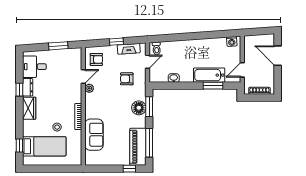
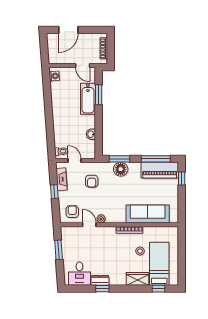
wardrobe: (29, 108) -> (137, 279), moved
sofa: (94, 135) -> (148, 214), width x1.36

